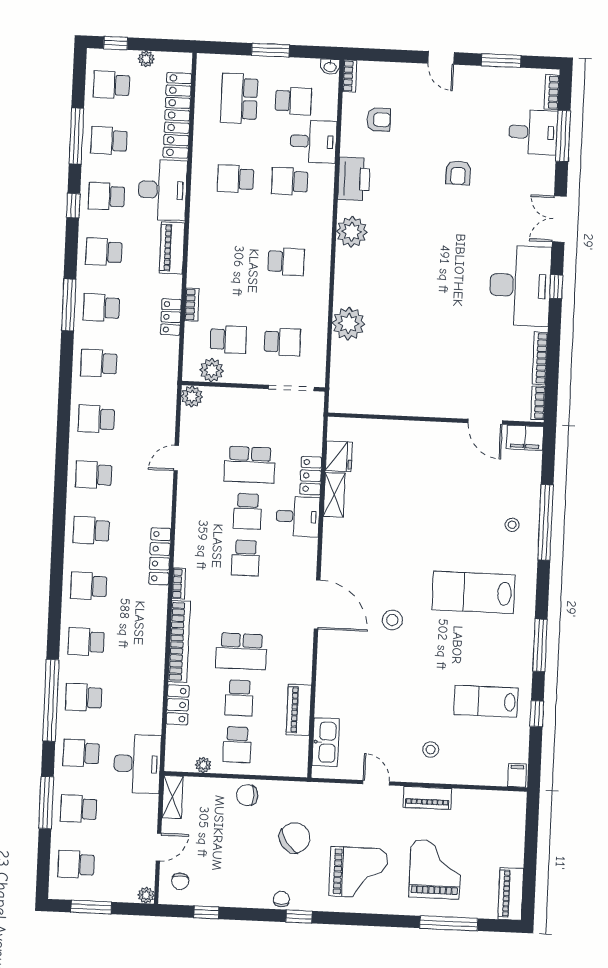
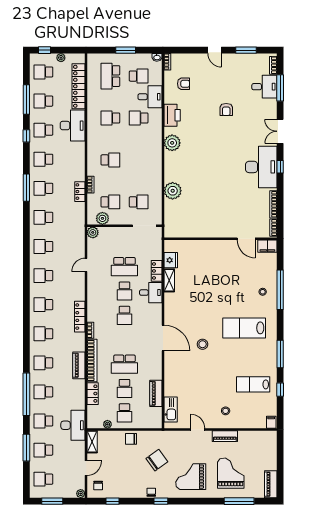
piano: (172, 248) -> (79, 365), moved
school desk: (286, 262) -> (110, 160), moved
grand piano: (358, 872) -> (191, 477), turned 180

